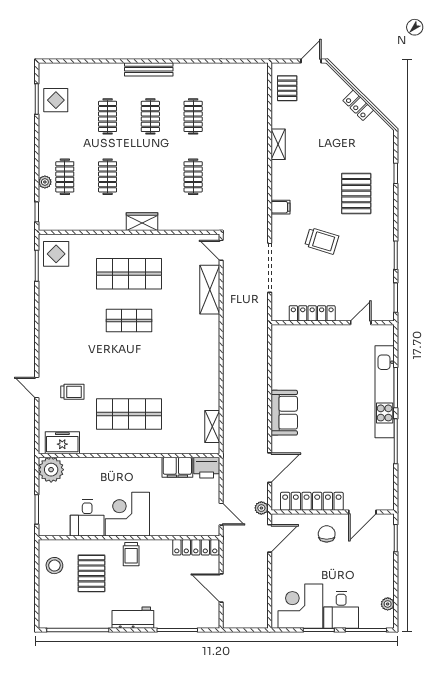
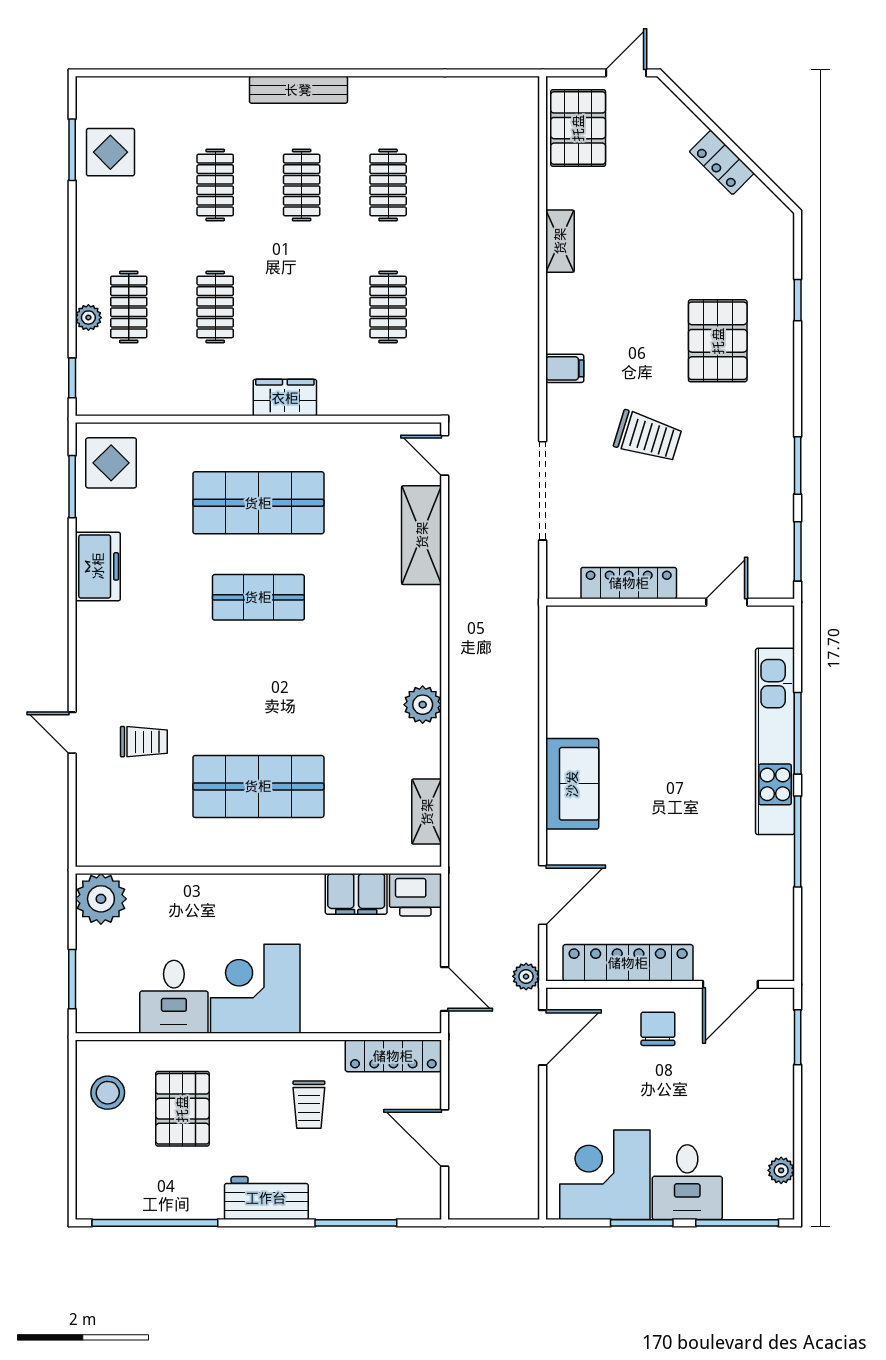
pallet: (287, 88) -> (578, 128), width x1.50, depth x1.42
plant: (210, 374) -> (423, 705), added
freezer: (62, 443) -> (98, 566), moved, turned 90
trolley: (131, 554) -> (309, 1105), moved

